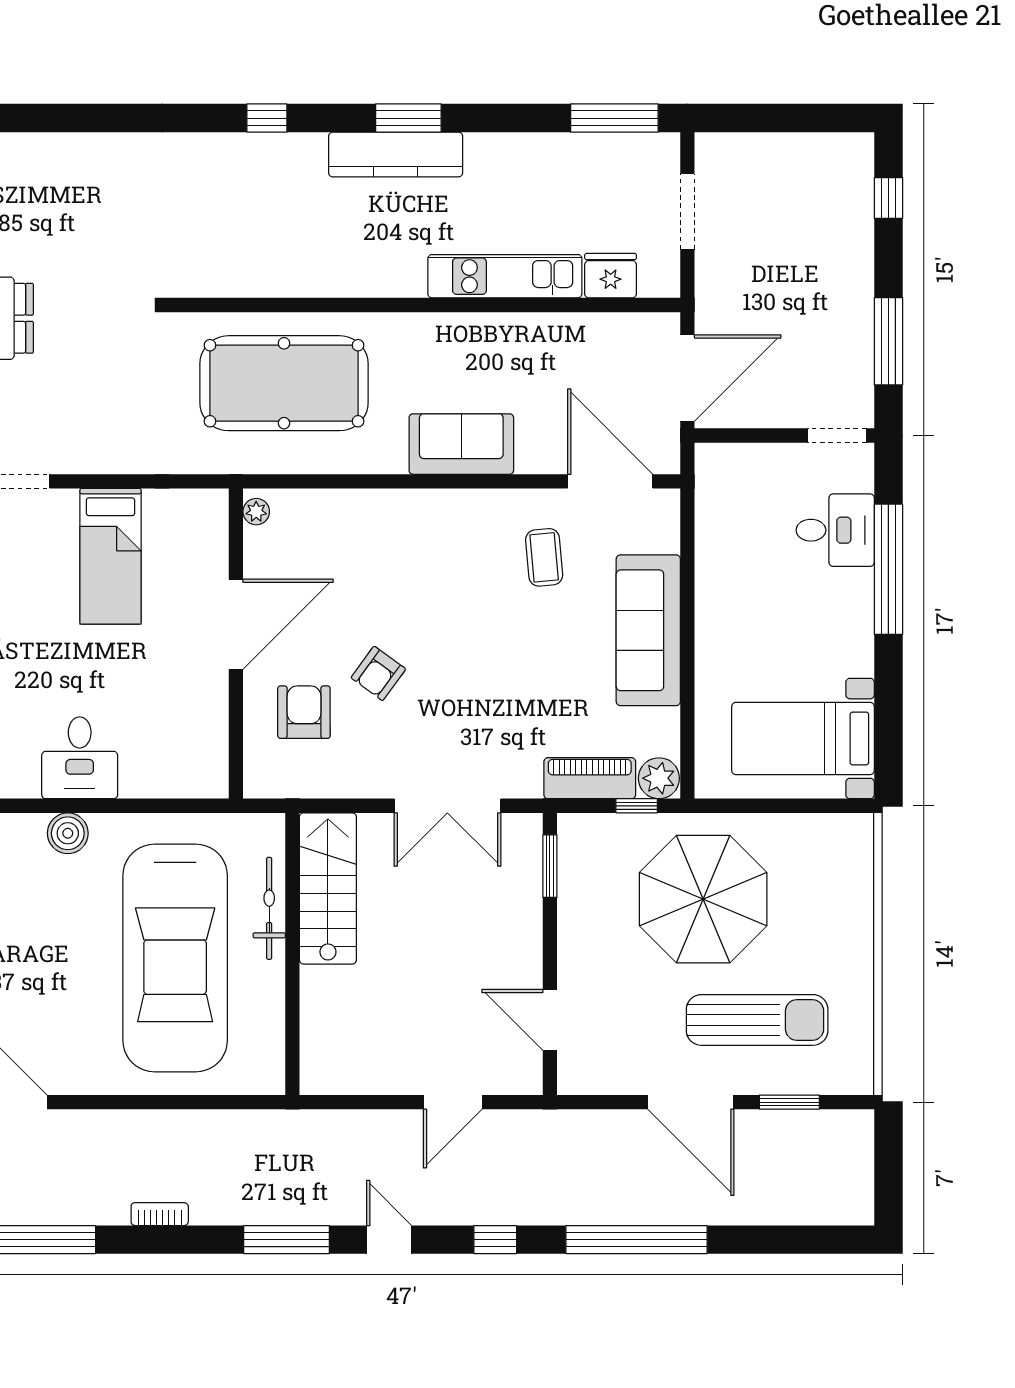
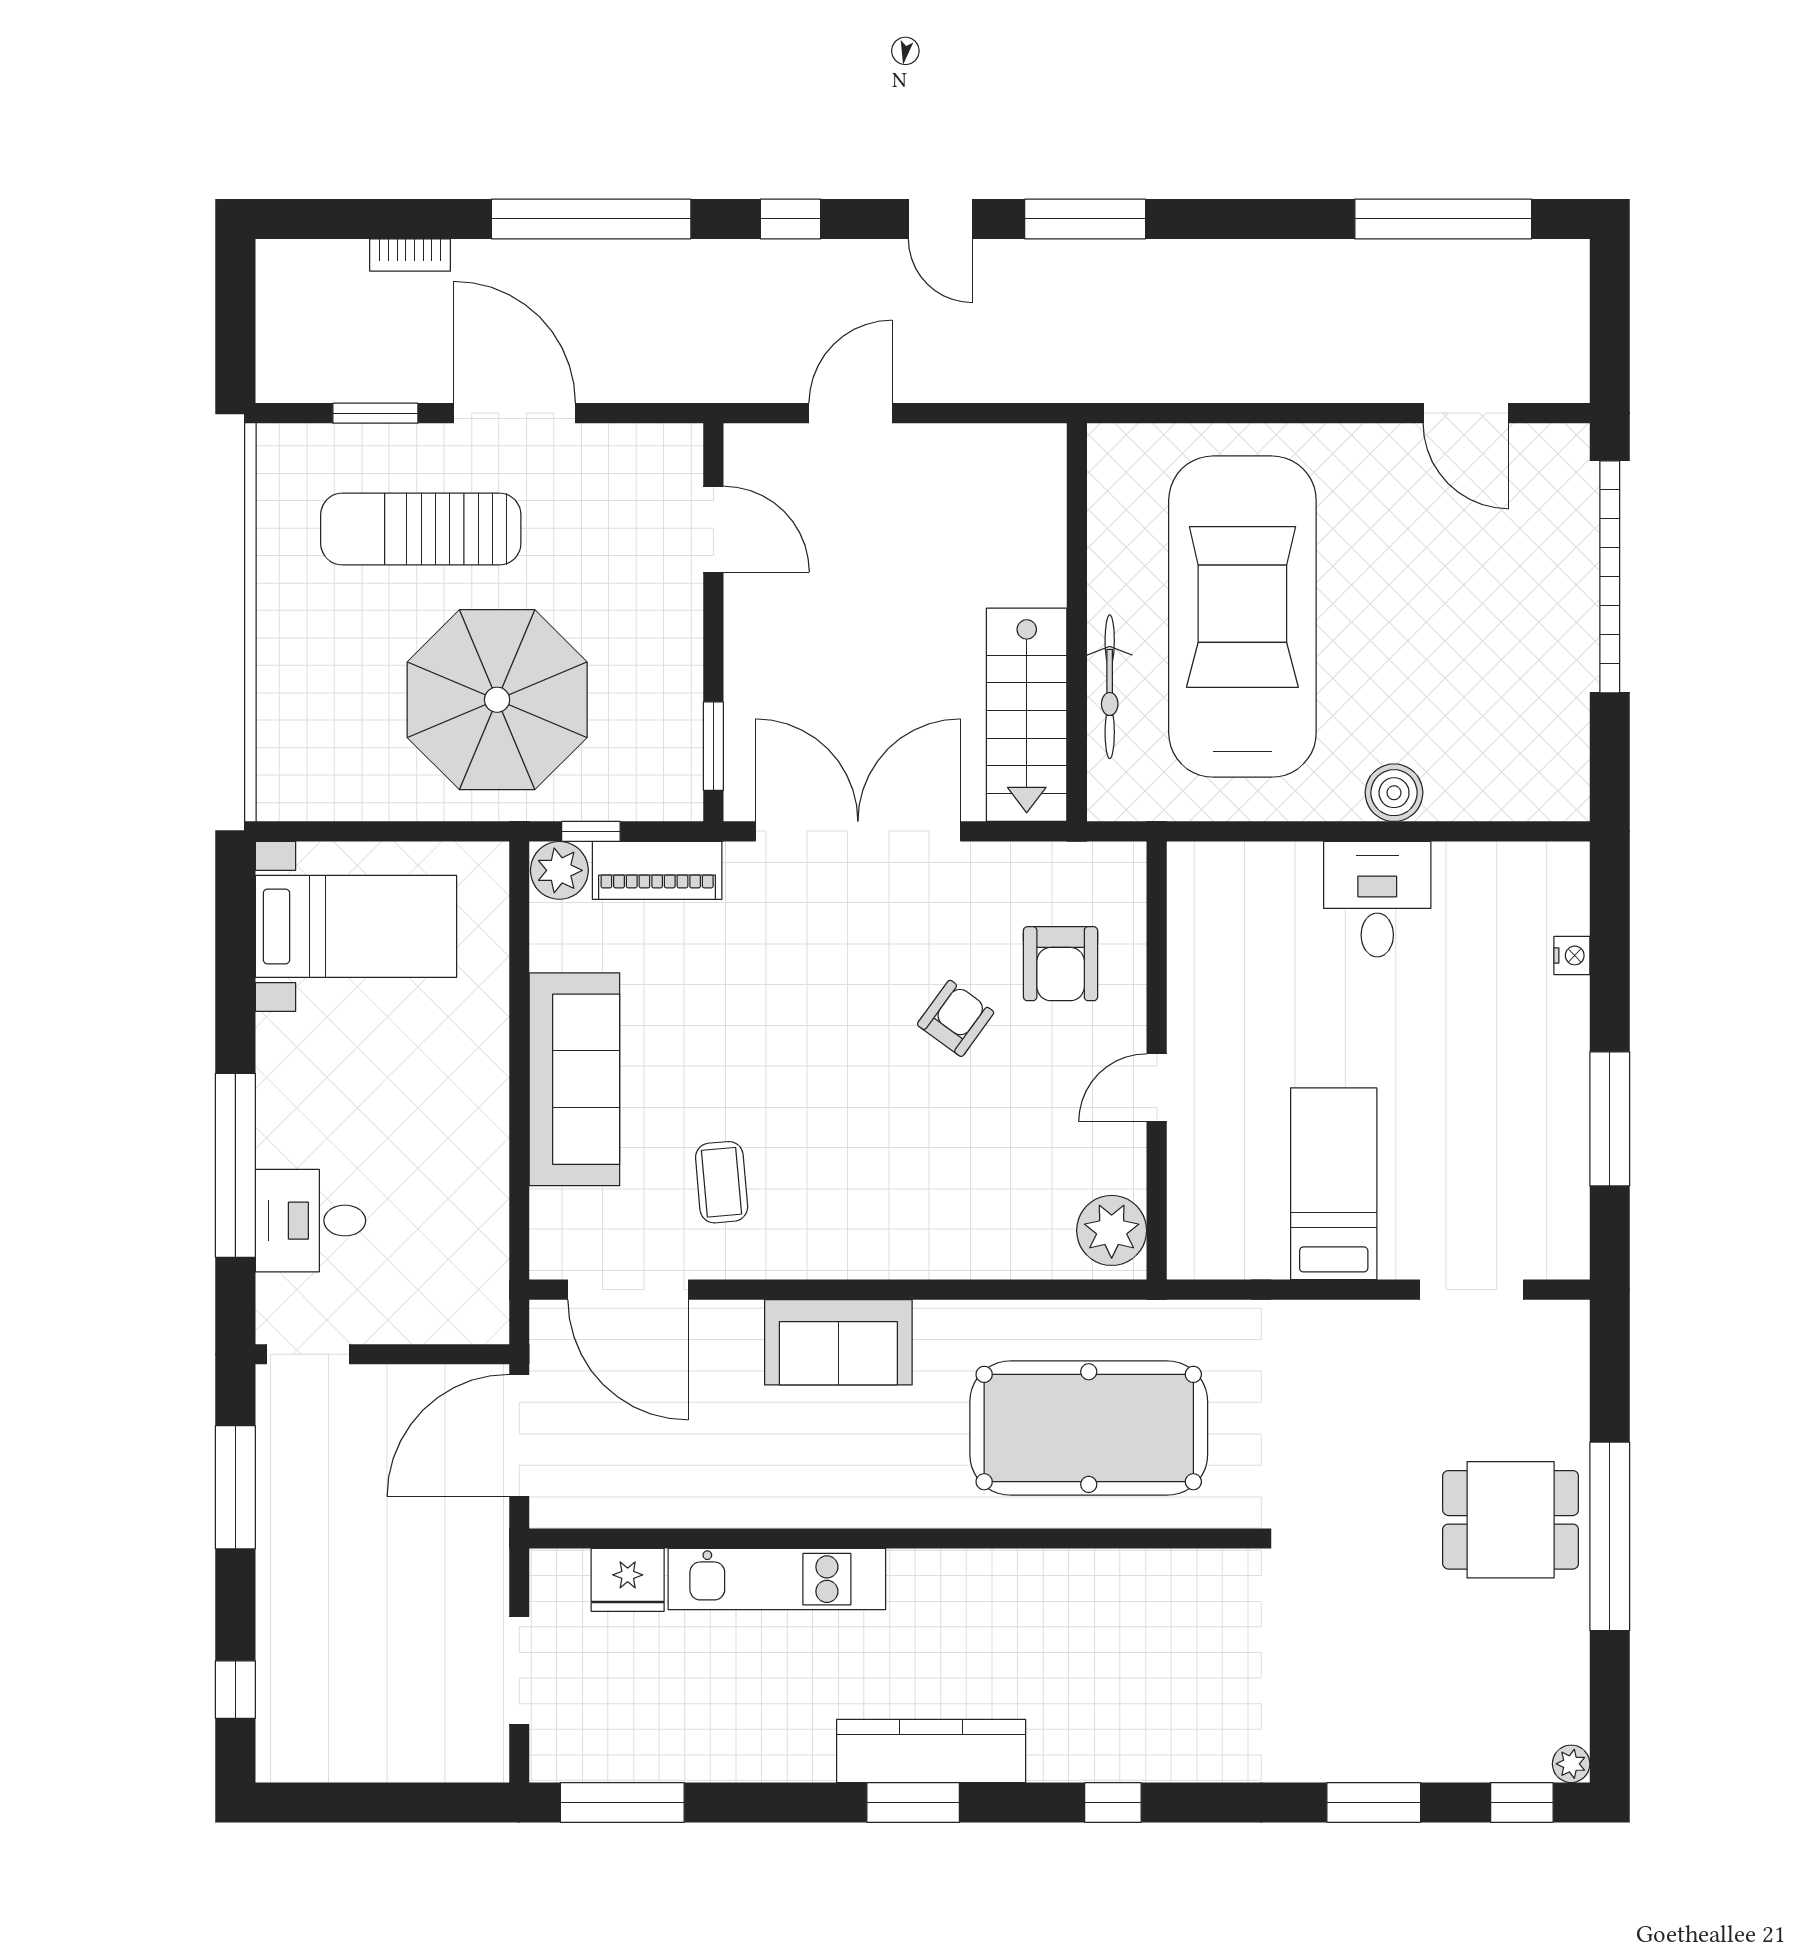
window: (82, 118) -> (1374, 1802), added
plant: (256, 512) -> (1112, 1230), width x1.87, depth x1.87
door: (236, 624) -> (1157, 1088), width x0.53
double door: (447, 806) -> (858, 831), width x1.36
bookcase: (160, 1214) -> (410, 255), moved

